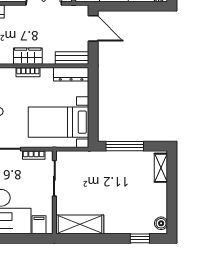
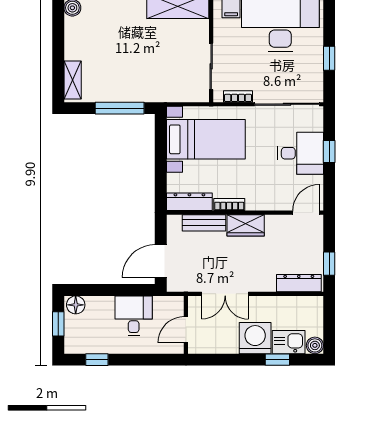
door: (93, 28) -> (161, 261), hinge flipped
bench: (72, 58) -> (204, 223), moved
bookcase: (28, 72) -> (229, 204), moved

